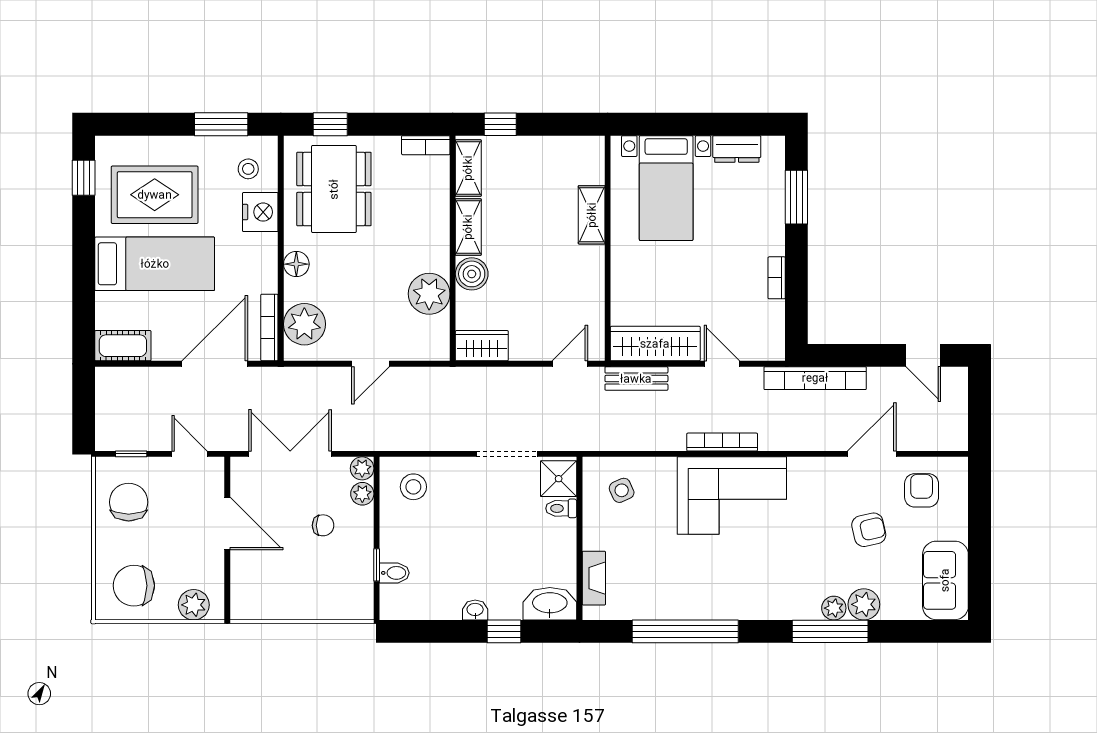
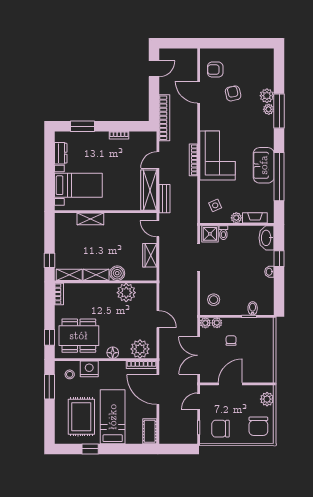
window: (84, 178) -> (90, 449), moved
wardrobe: (482, 346) -> (150, 255), moved
plant: (594, 537) -> (236, 218), added
sofa: (945, 580) -> (264, 165), moved, turned 90

